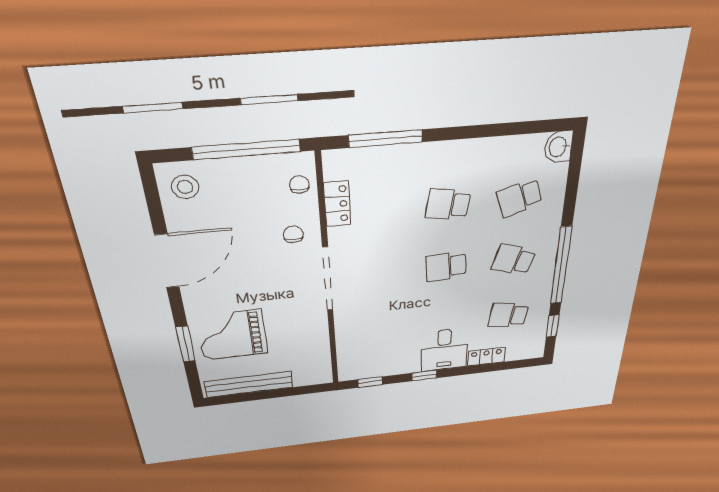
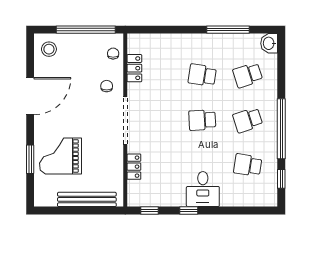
window: (386, 139) -> (228, 30), moved
school desk: (514, 260) -> (248, 120), turned -36
locker: (486, 357) -> (134, 167), moved, turned 90
bench: (249, 384) -> (87, 199), moved

